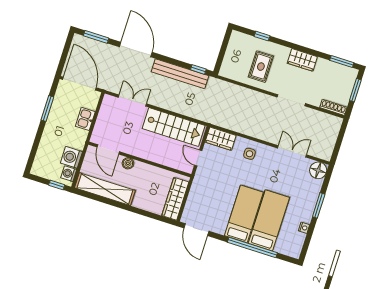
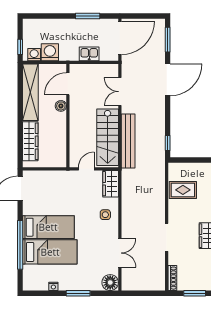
rug: (261, 67) -> (183, 190), moved
bench: (180, 74) -> (128, 141), moved
double door: (132, 100) -> (120, 92), swing flipped
wardrobe: (175, 199) -> (30, 141), moved, turned 90

